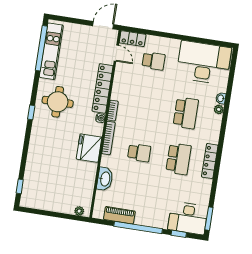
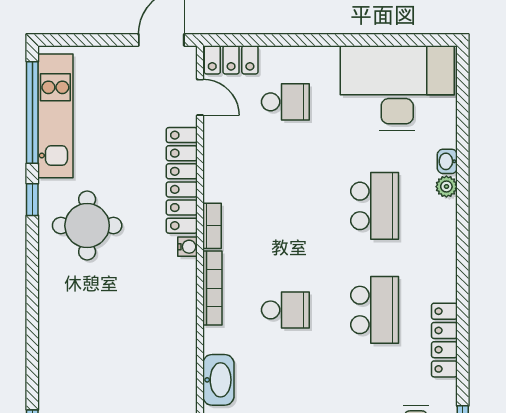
window: (31, 112) -> (32, 200), moved
fridge: (89, 148) -> (173, 317), removed
locker: (210, 161) -> (444, 340), moved

